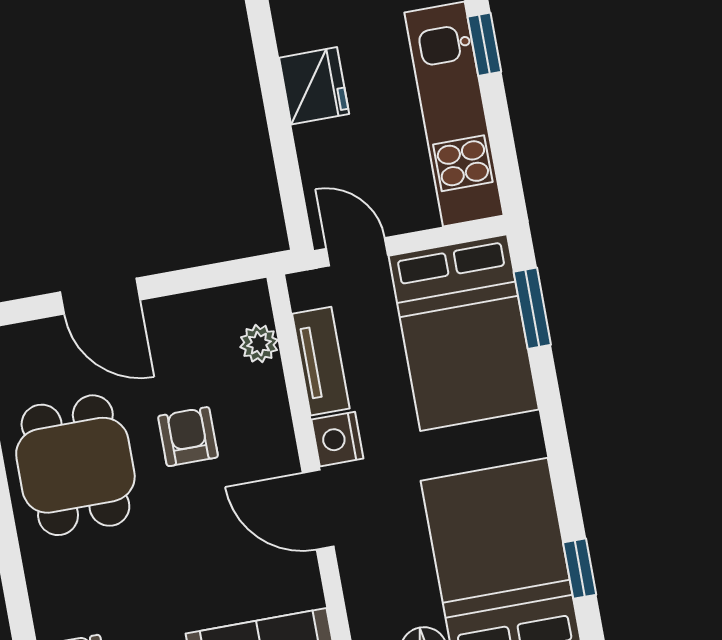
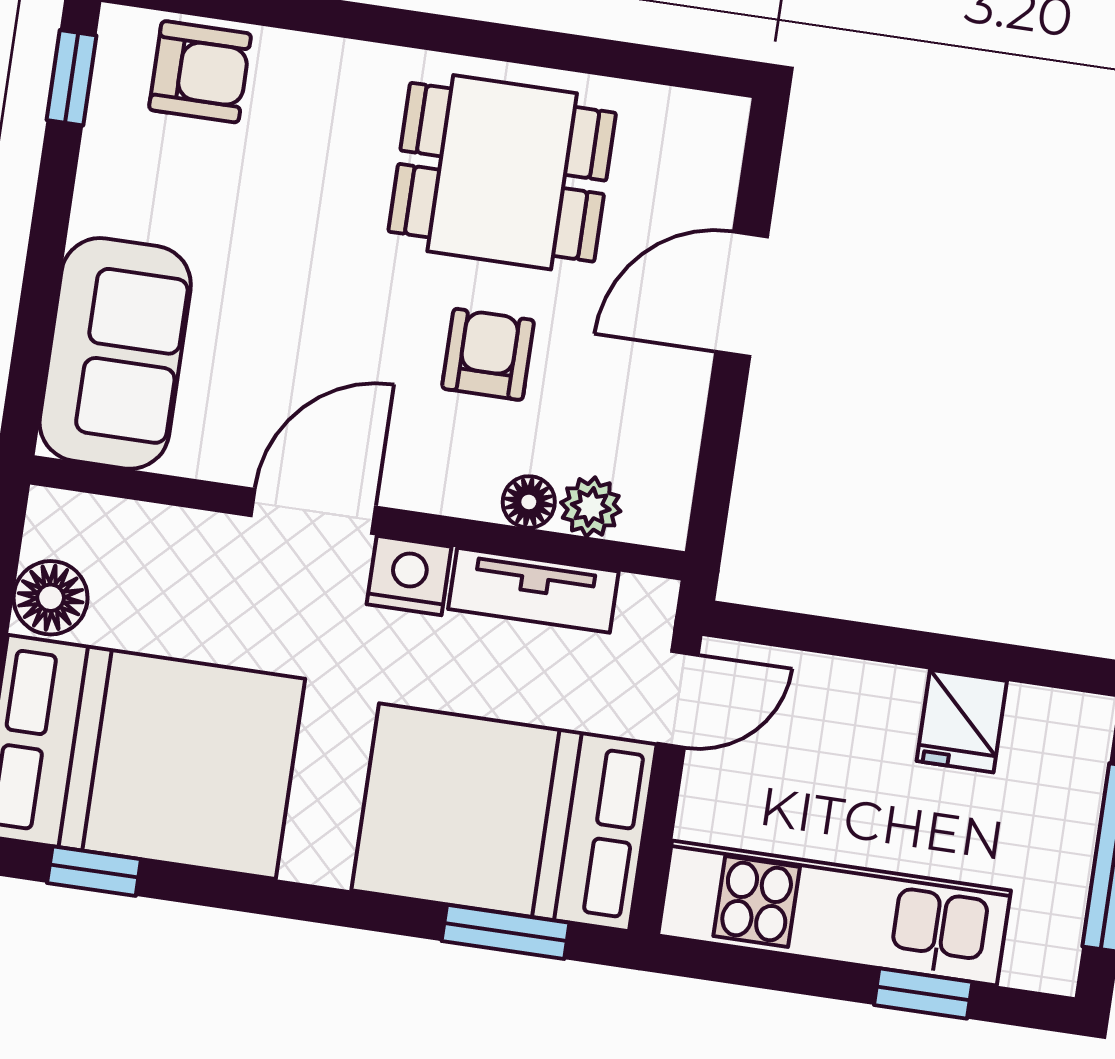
fridge: (314, 86) -> (962, 721), width x0.72
floor lamp: (269, 382) -> (529, 502), added
armchair: (188, 437) -> (488, 354), turned -90

